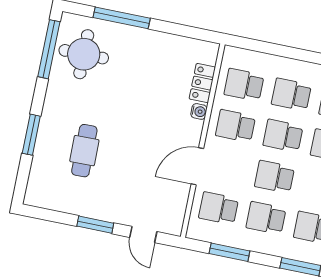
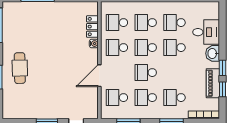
round table: (84, 54) -> (20, 24), removed
cafe table: (84, 151) -> (20, 68), moved

